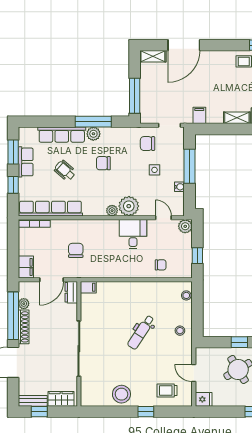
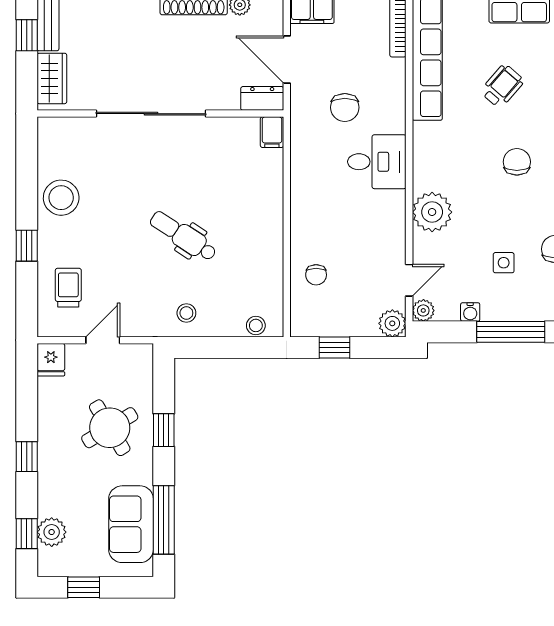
plant: (112, 211) -> (423, 310), moved
desk: (133, 234) -> (377, 162), moved
chair: (76, 250) -> (345, 107), turned 90

